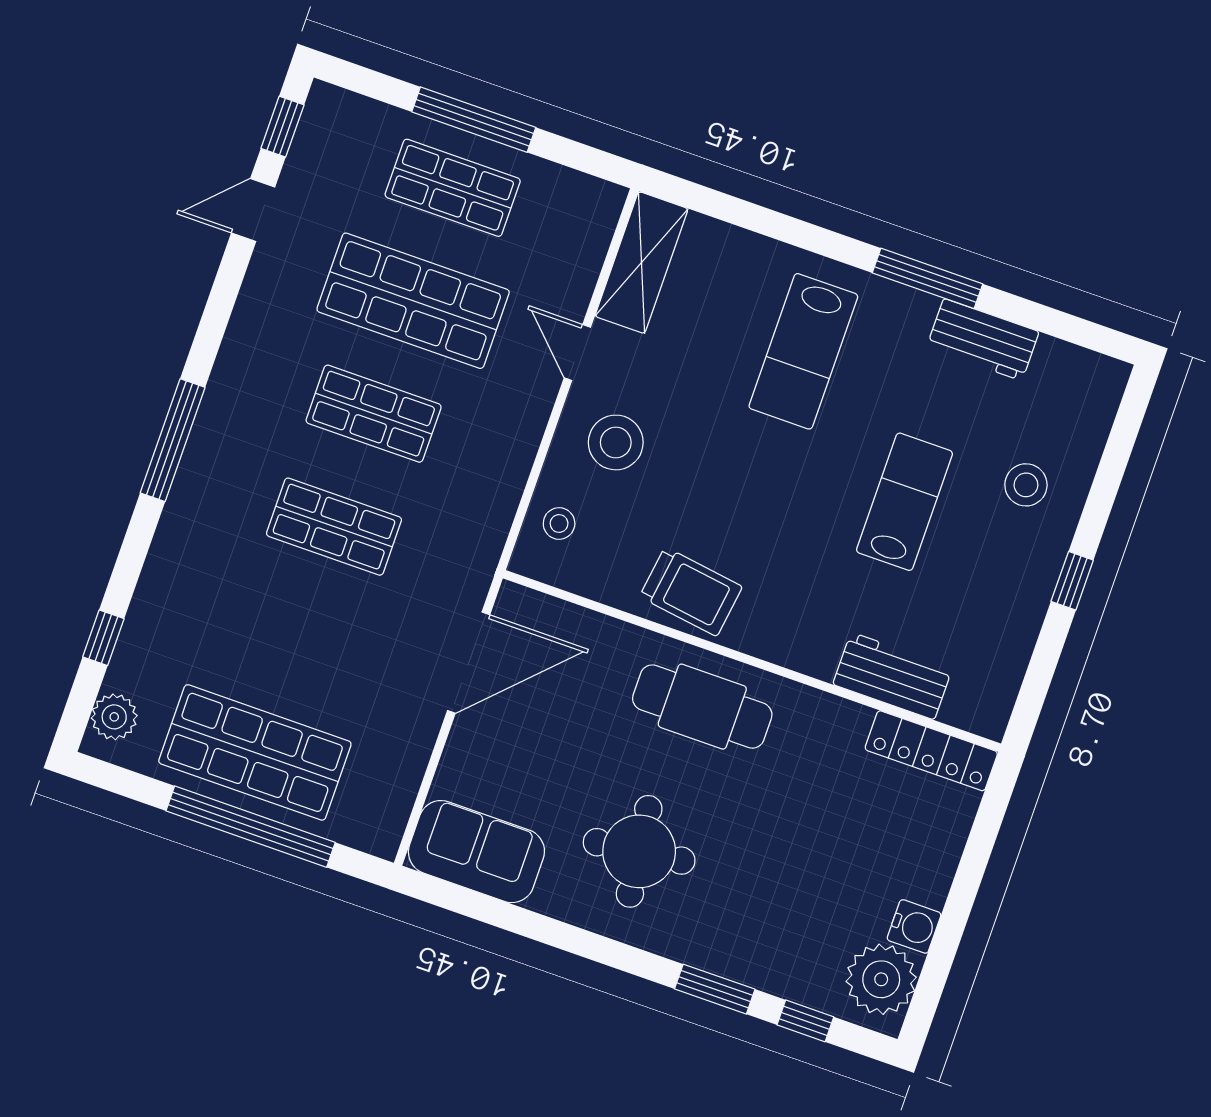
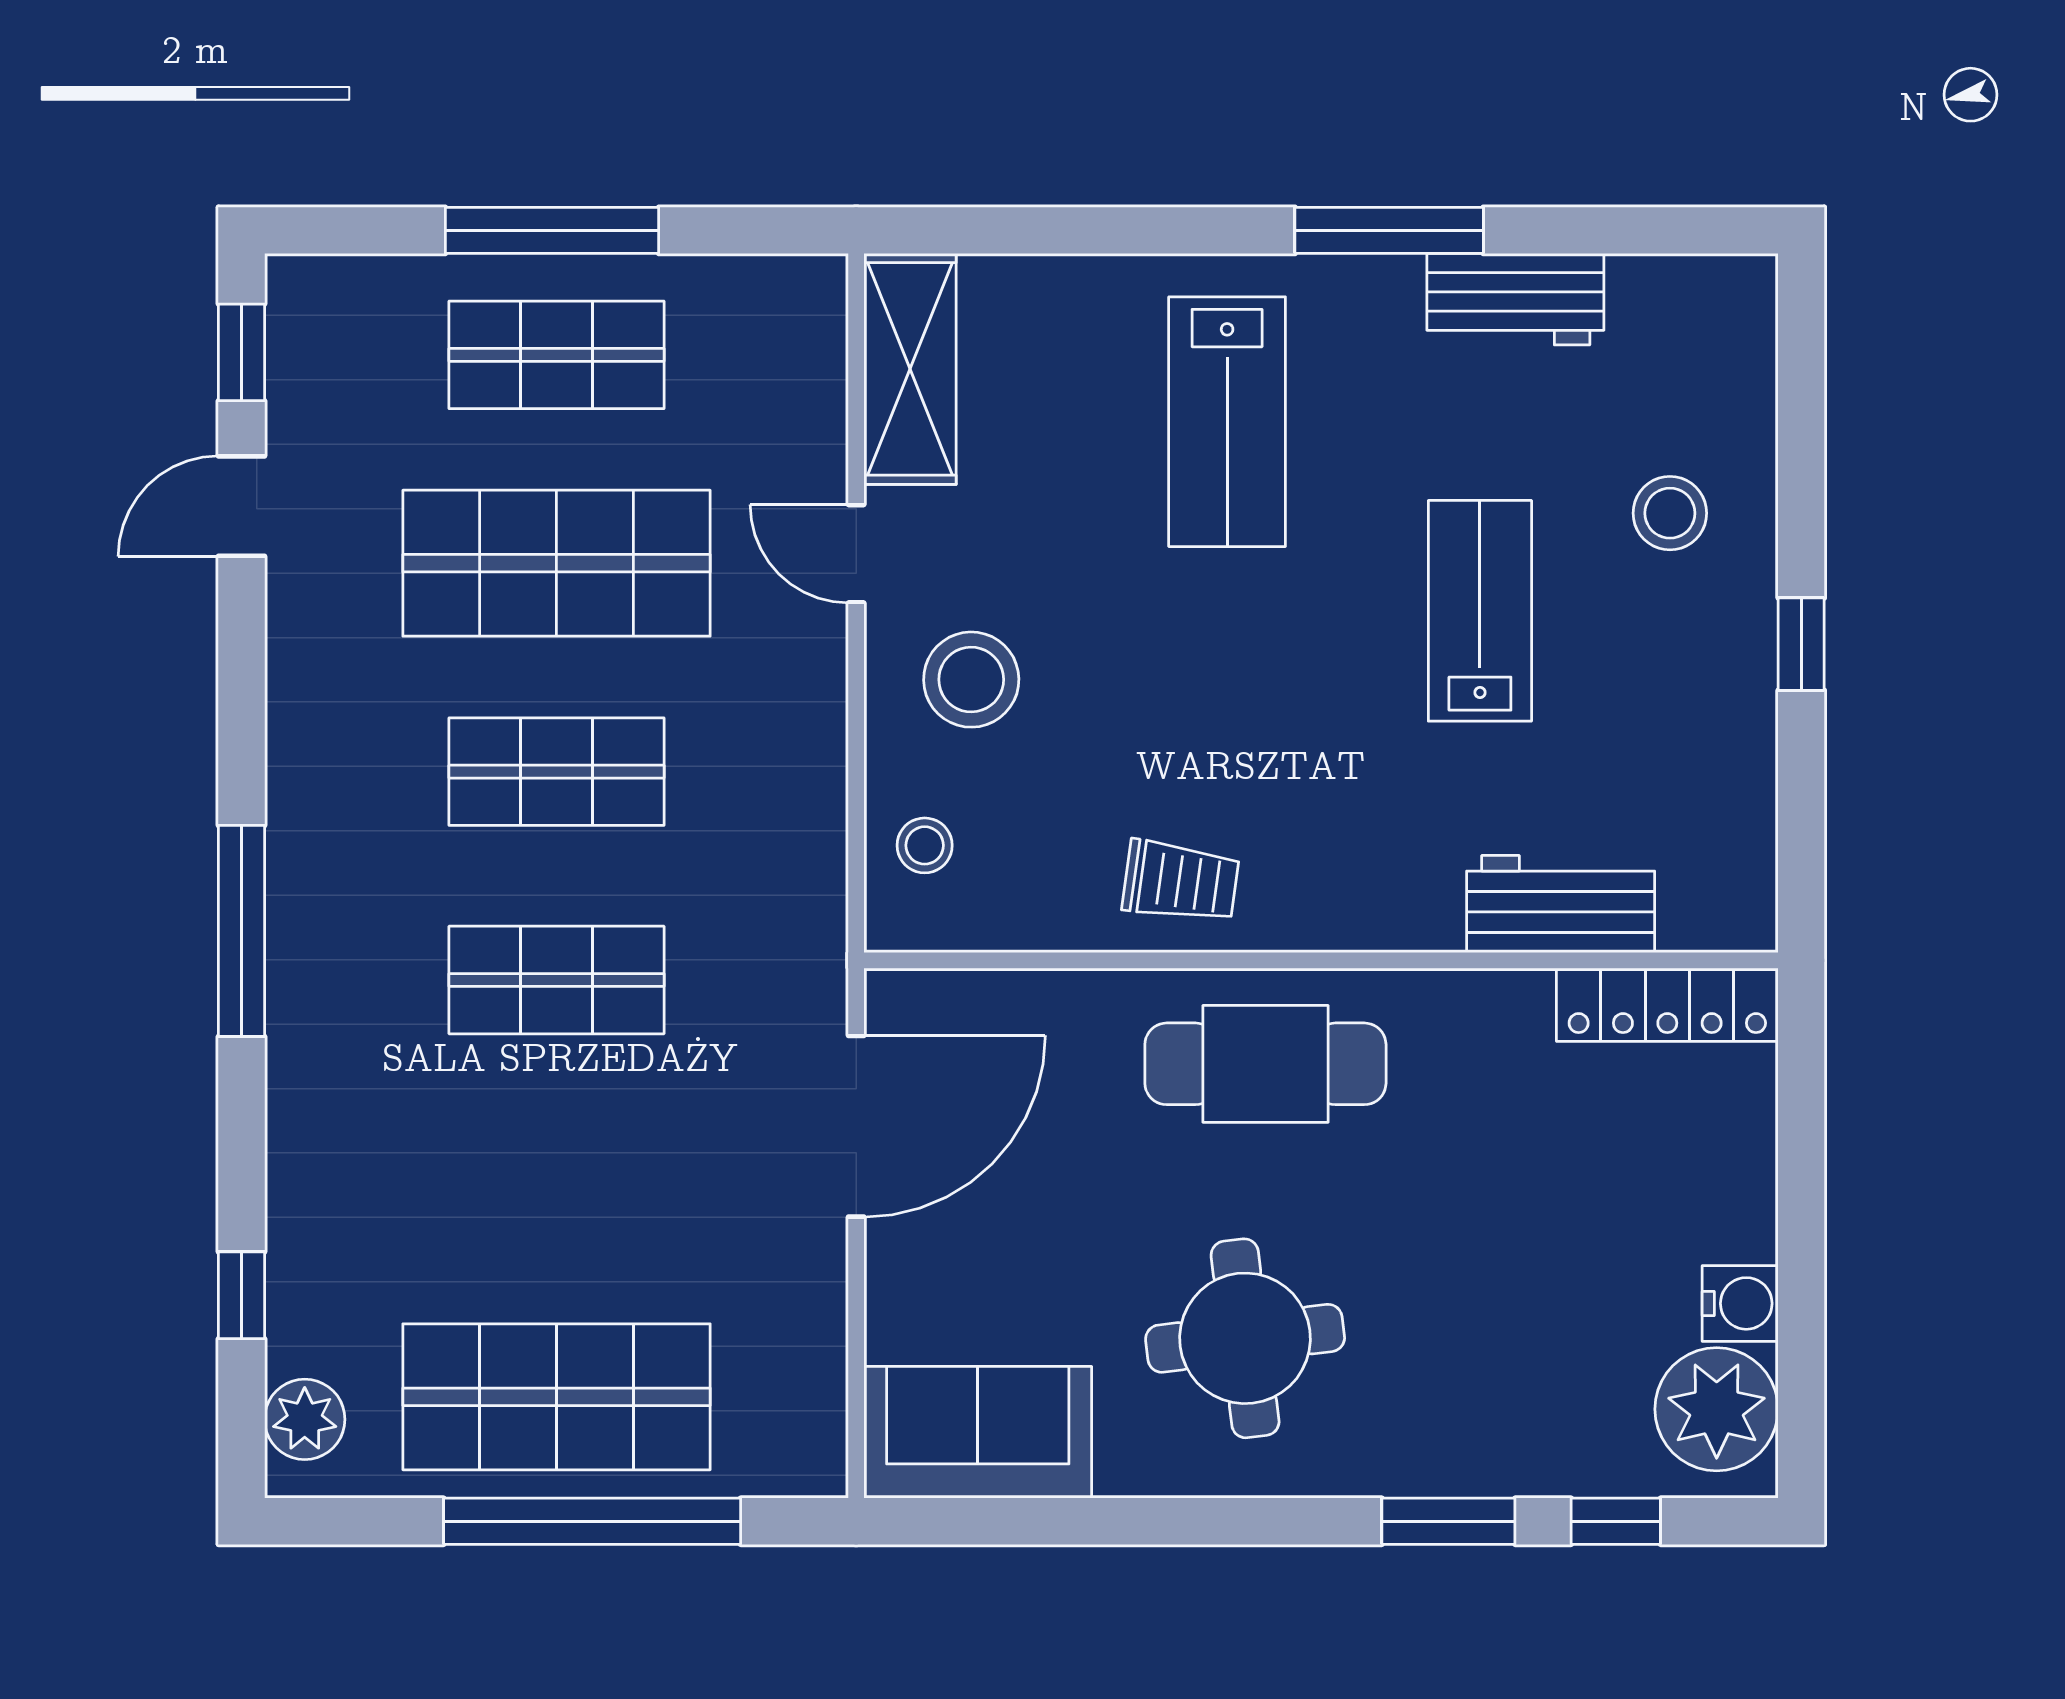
trolley: (691, 592) -> (1181, 881), width x0.73, depth x0.72

